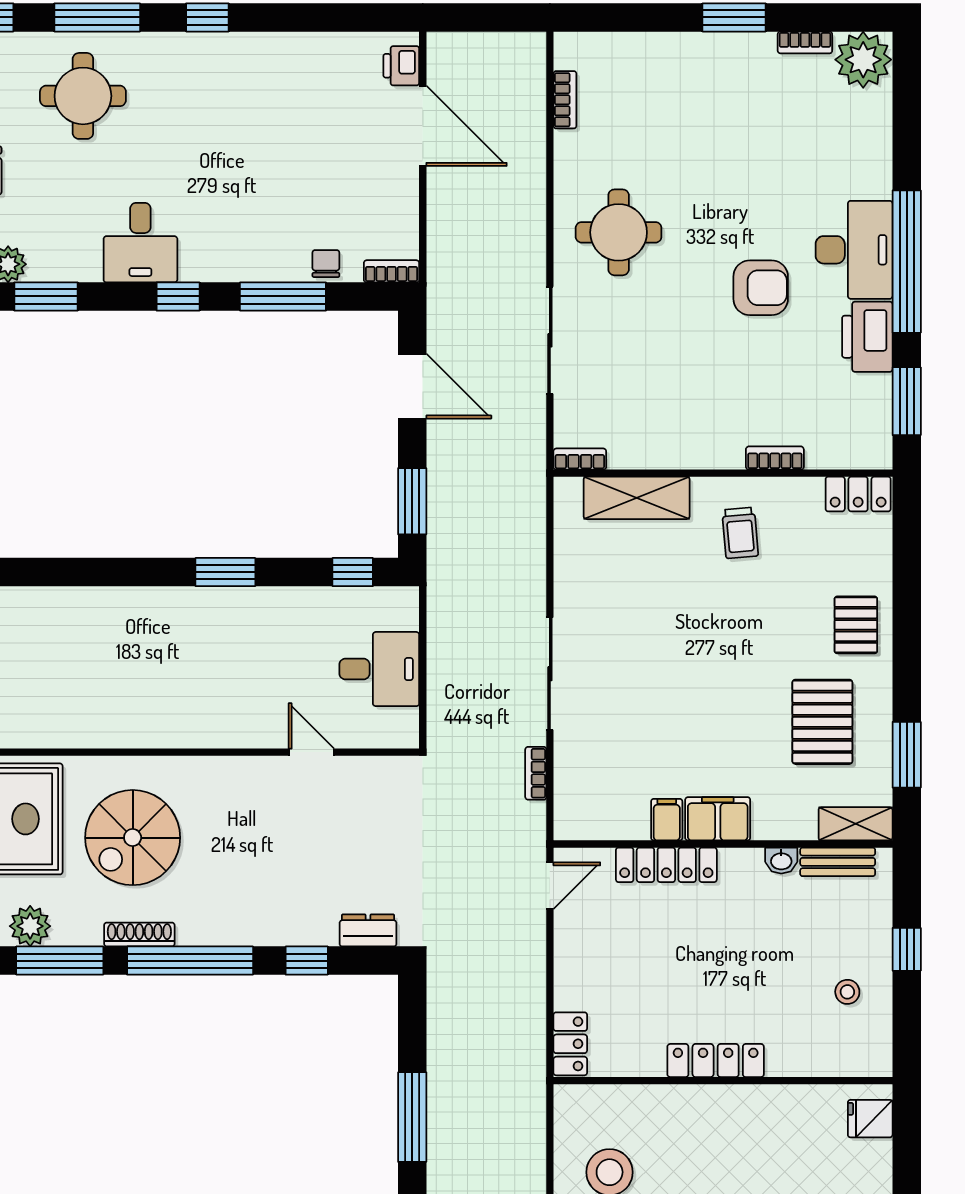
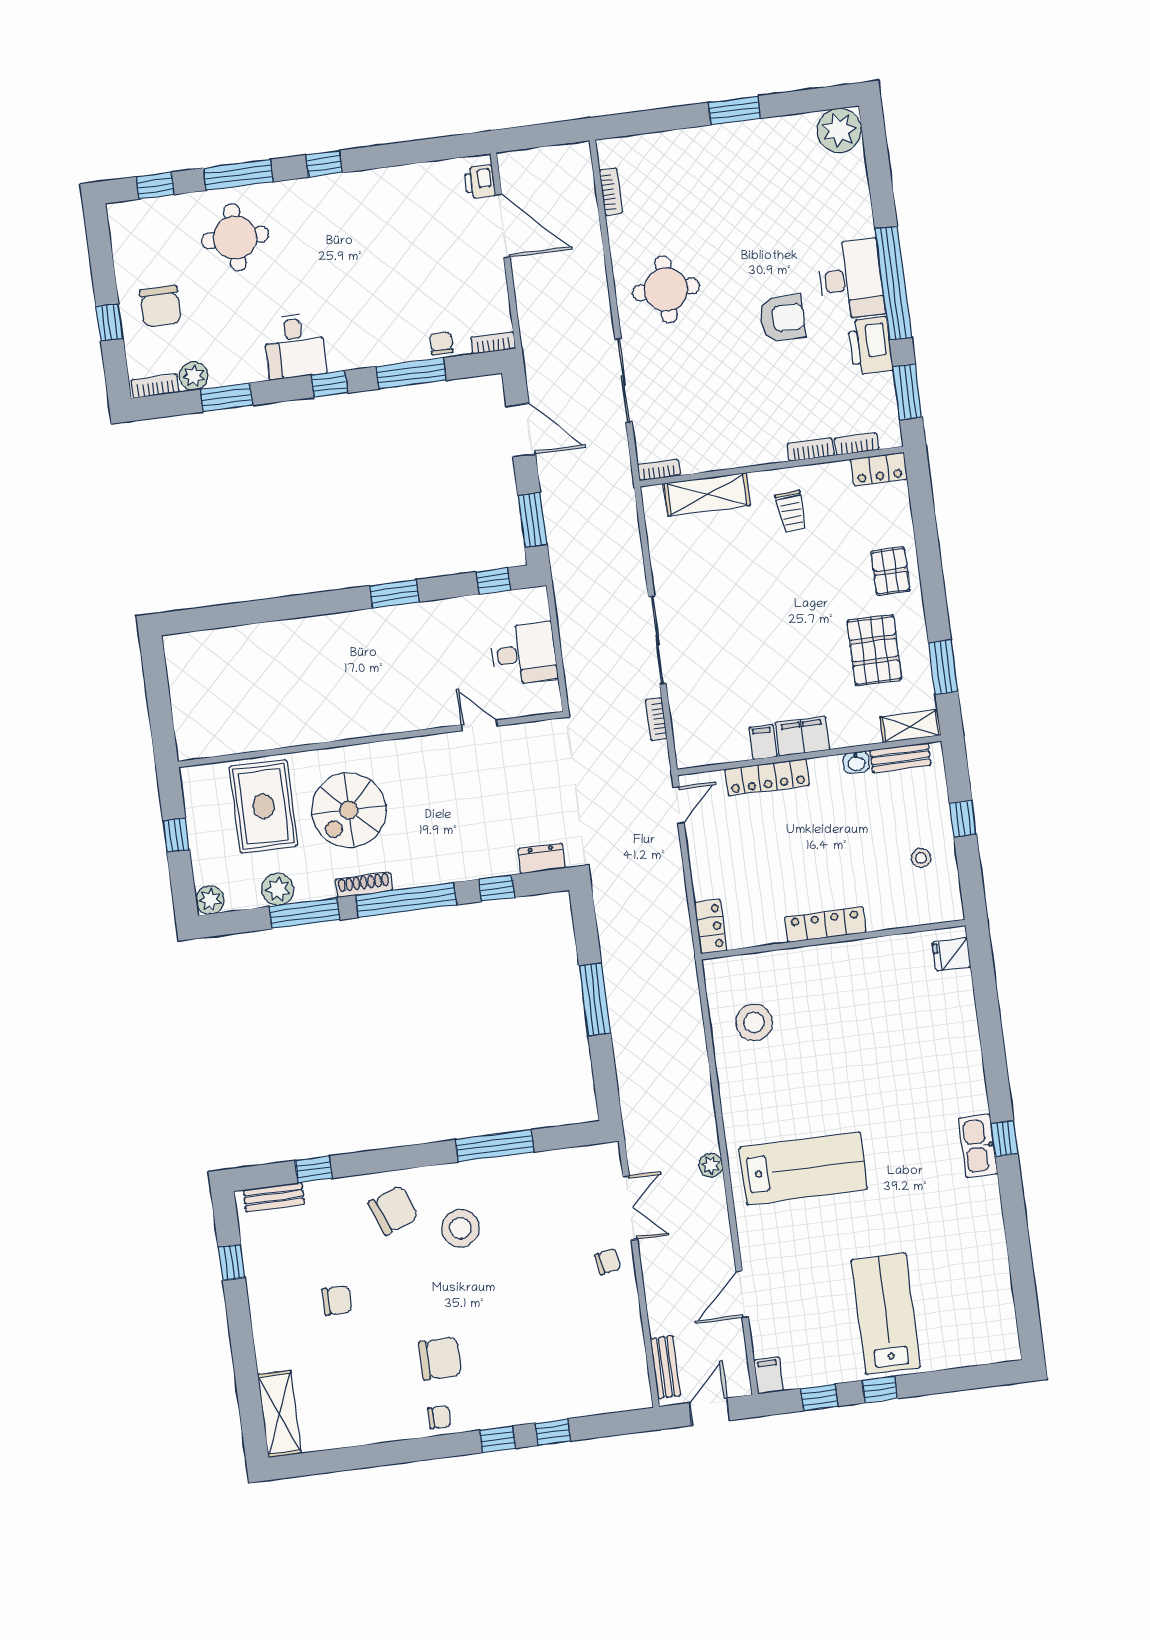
bookcase: (805, 42) -> (857, 444), moved, turned 180

